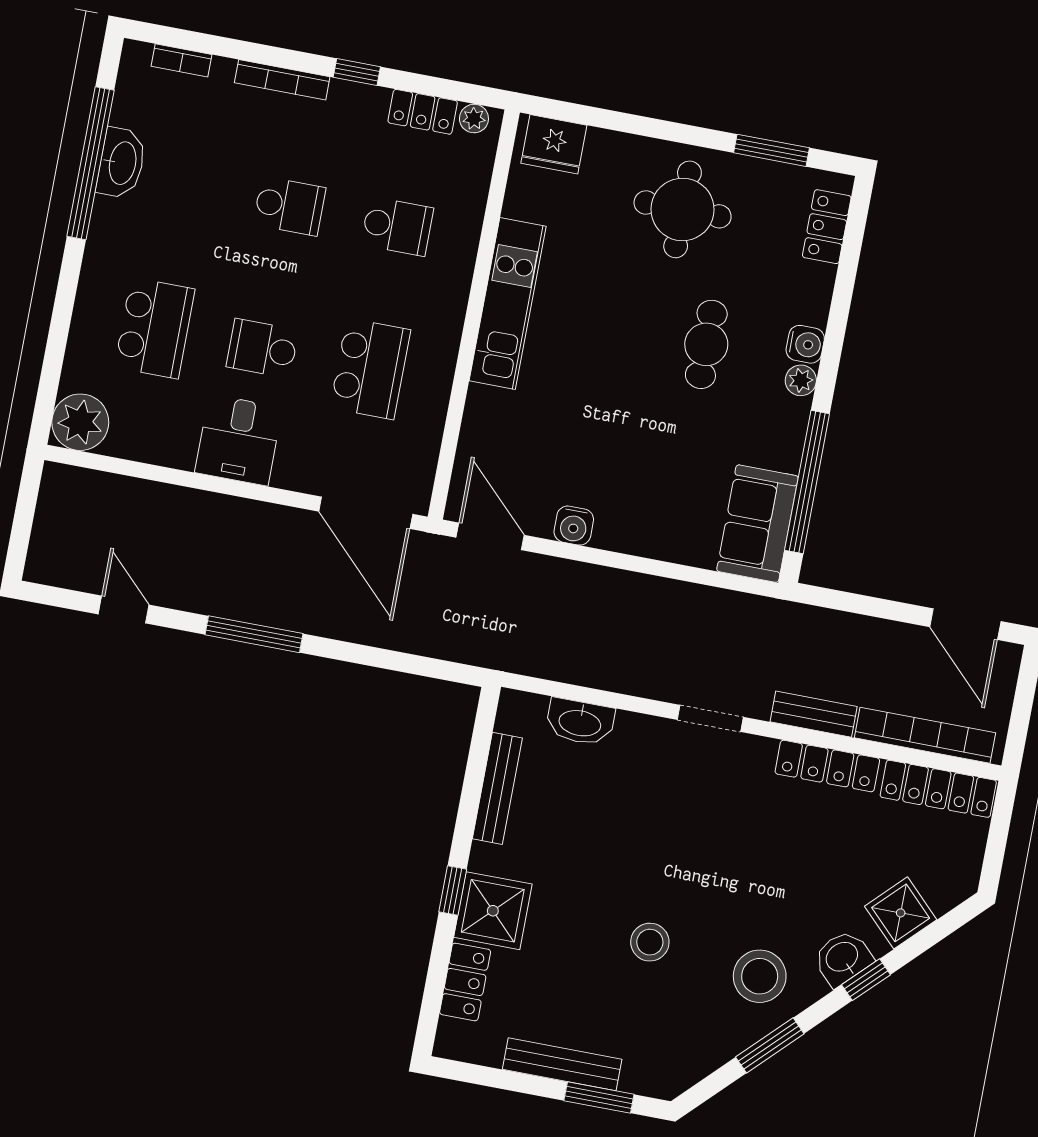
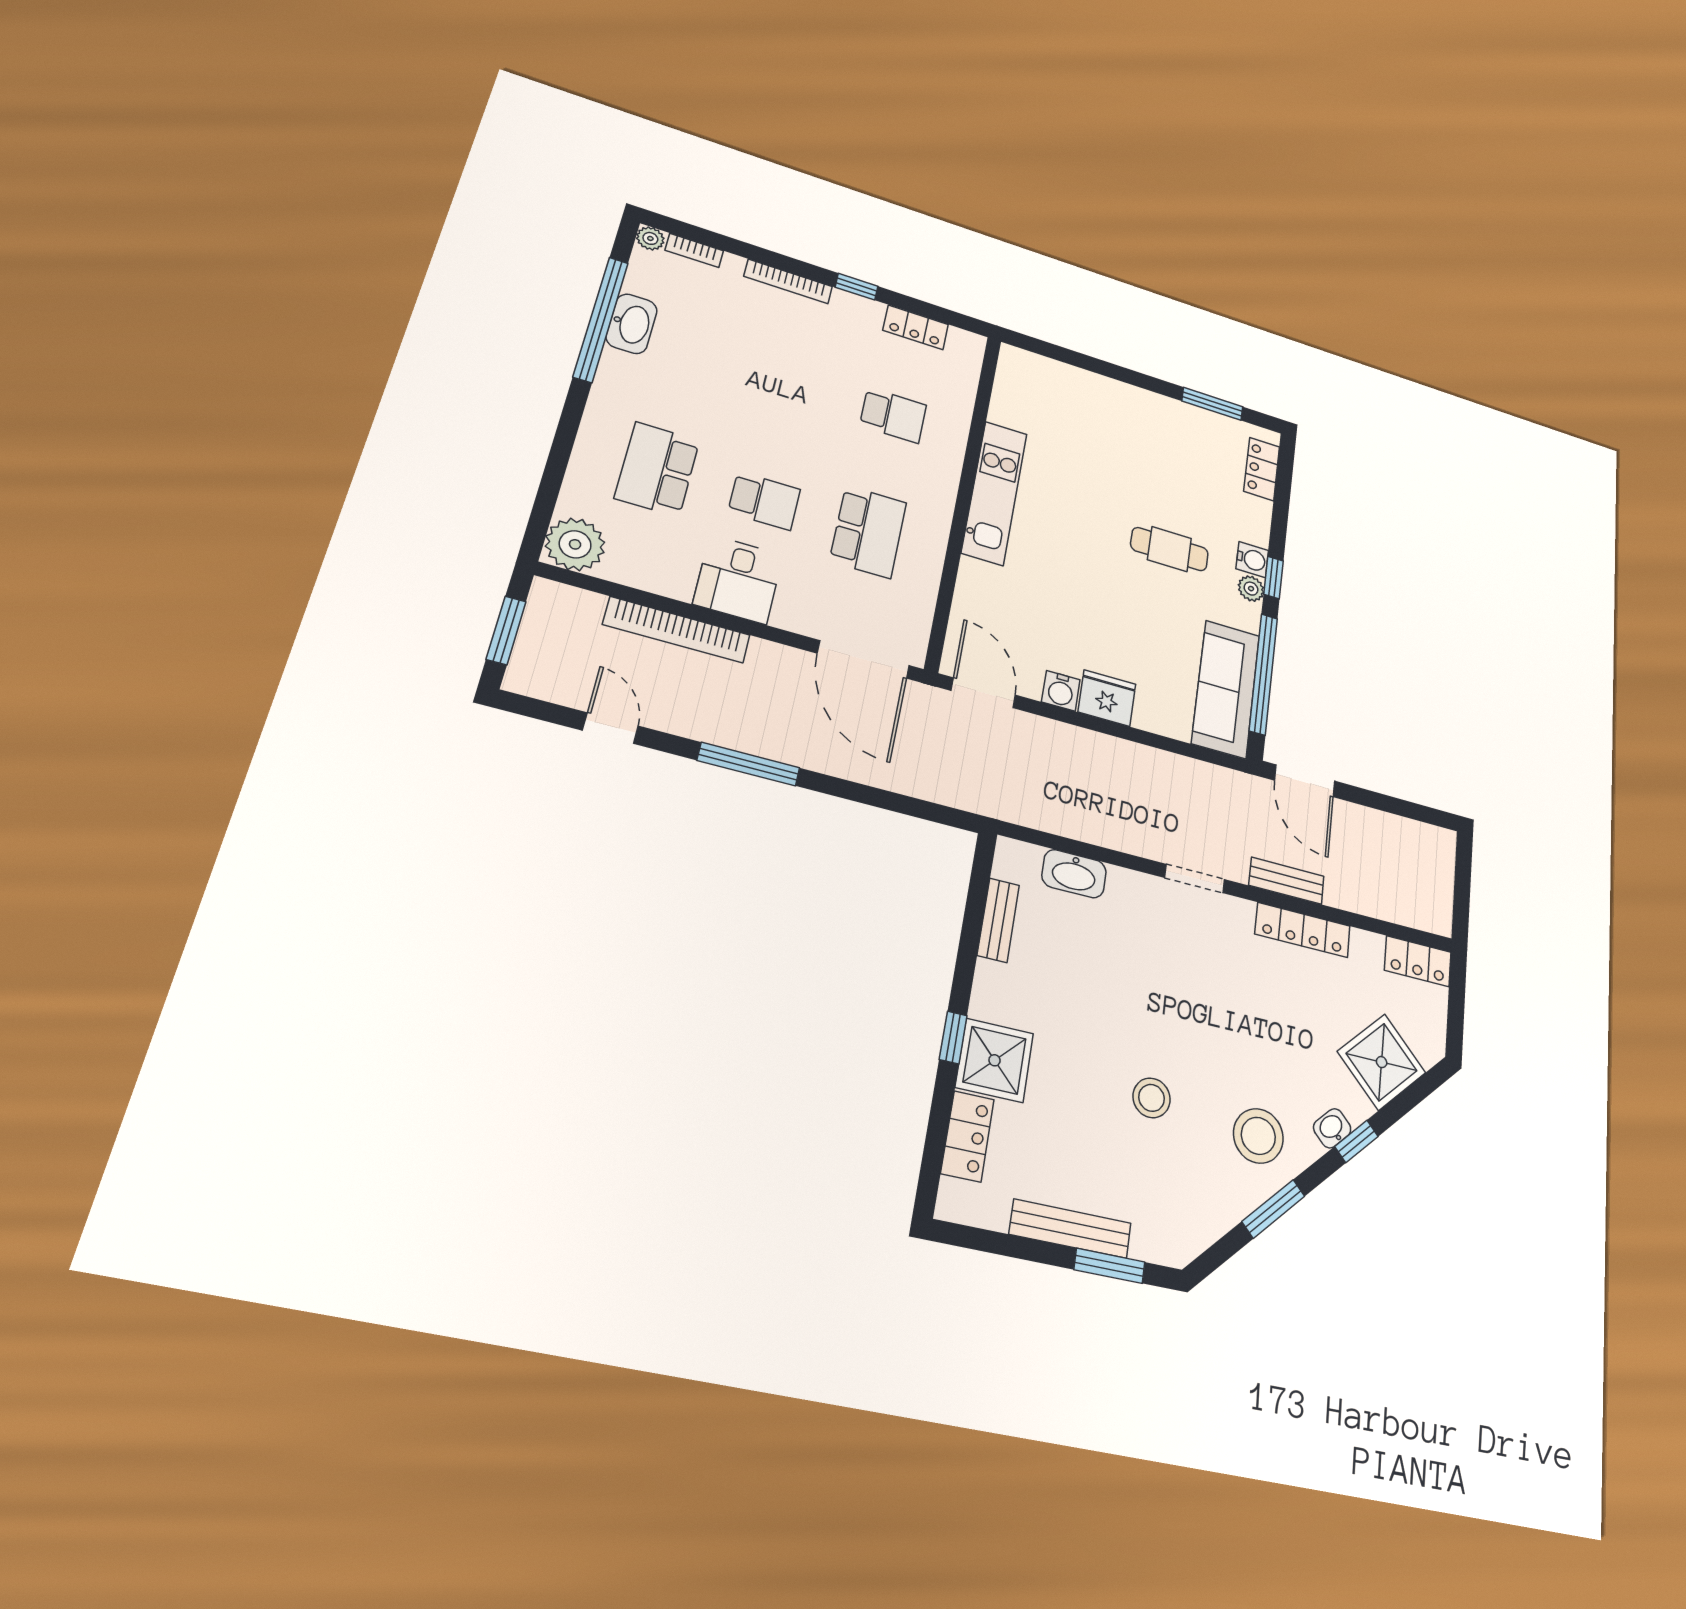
plant: (474, 119) -> (650, 238), moved
fridge: (554, 144) -> (1107, 698), moved, turned 180
school desk: (289, 206) -> (793, 384), removed
round table: (683, 209) -> (1143, 438), removed
school desk: (155, 328) -> (657, 469), turned 180
cafe table: (706, 344) -> (1169, 549), turned 90
school desk: (262, 348) -> (764, 501), turned 180
window: (830, 363) -> (1273, 578), added
window: (23, 520) -> (506, 630), added
sofa: (757, 524) -> (1226, 689), width x1.36
door: (965, 624) -> (1305, 781), moved
bookcase: (925, 735) -> (677, 630), moved, turned 180
bench: (497, 788) -> (998, 920), width x0.73
locker: (938, 789) -> (1418, 961), width x0.66
shower: (901, 913) -> (1382, 1062), width x1.36, depth x1.36
washbasin: (843, 958) -> (1332, 1128), width x0.72, depth x0.69

